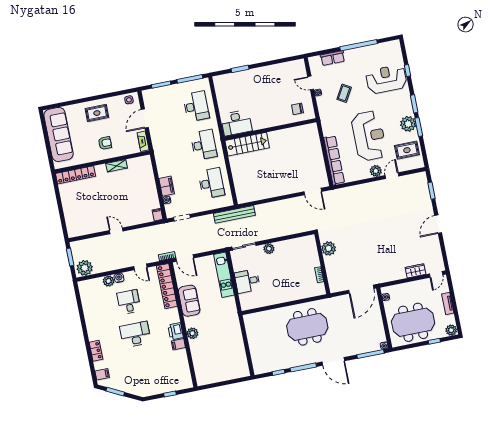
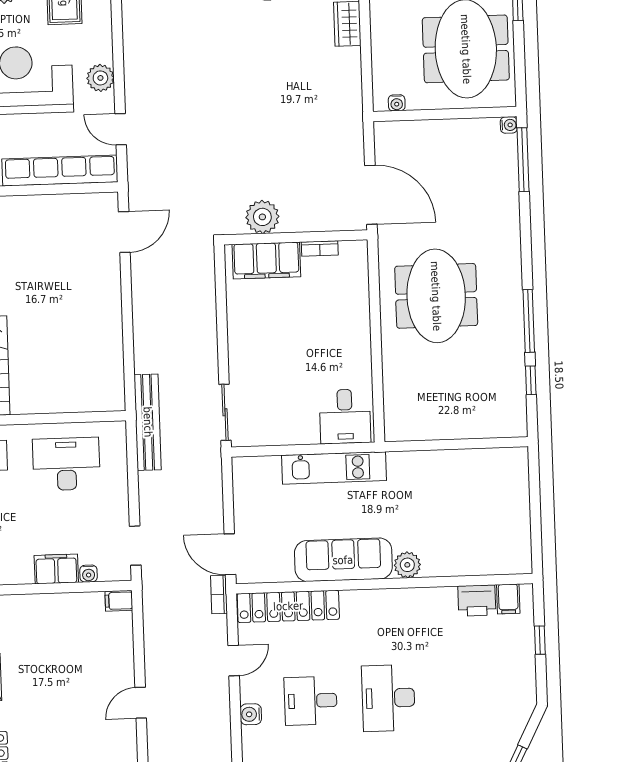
door: (392, 176) -> (121, 129), moved
plant: (269, 249) -> (240, 355), removed
filing cabinet: (311, 253) -> (266, 261), added
door: (185, 258) -> (230, 554), swing flipped
kitchen unit: (224, 275) -> (334, 468), moved
plant: (109, 281) -> (254, 740), removed
desk: (247, 281) -> (345, 416), moved
door: (361, 289) -> (371, 195), moved
sofa: (189, 301) -> (343, 560), width x1.36
printer: (176, 331) -> (477, 600), moved
filing cabinet: (178, 344) -> (508, 599), moved
door: (333, 361) -> (526, 249), removed

